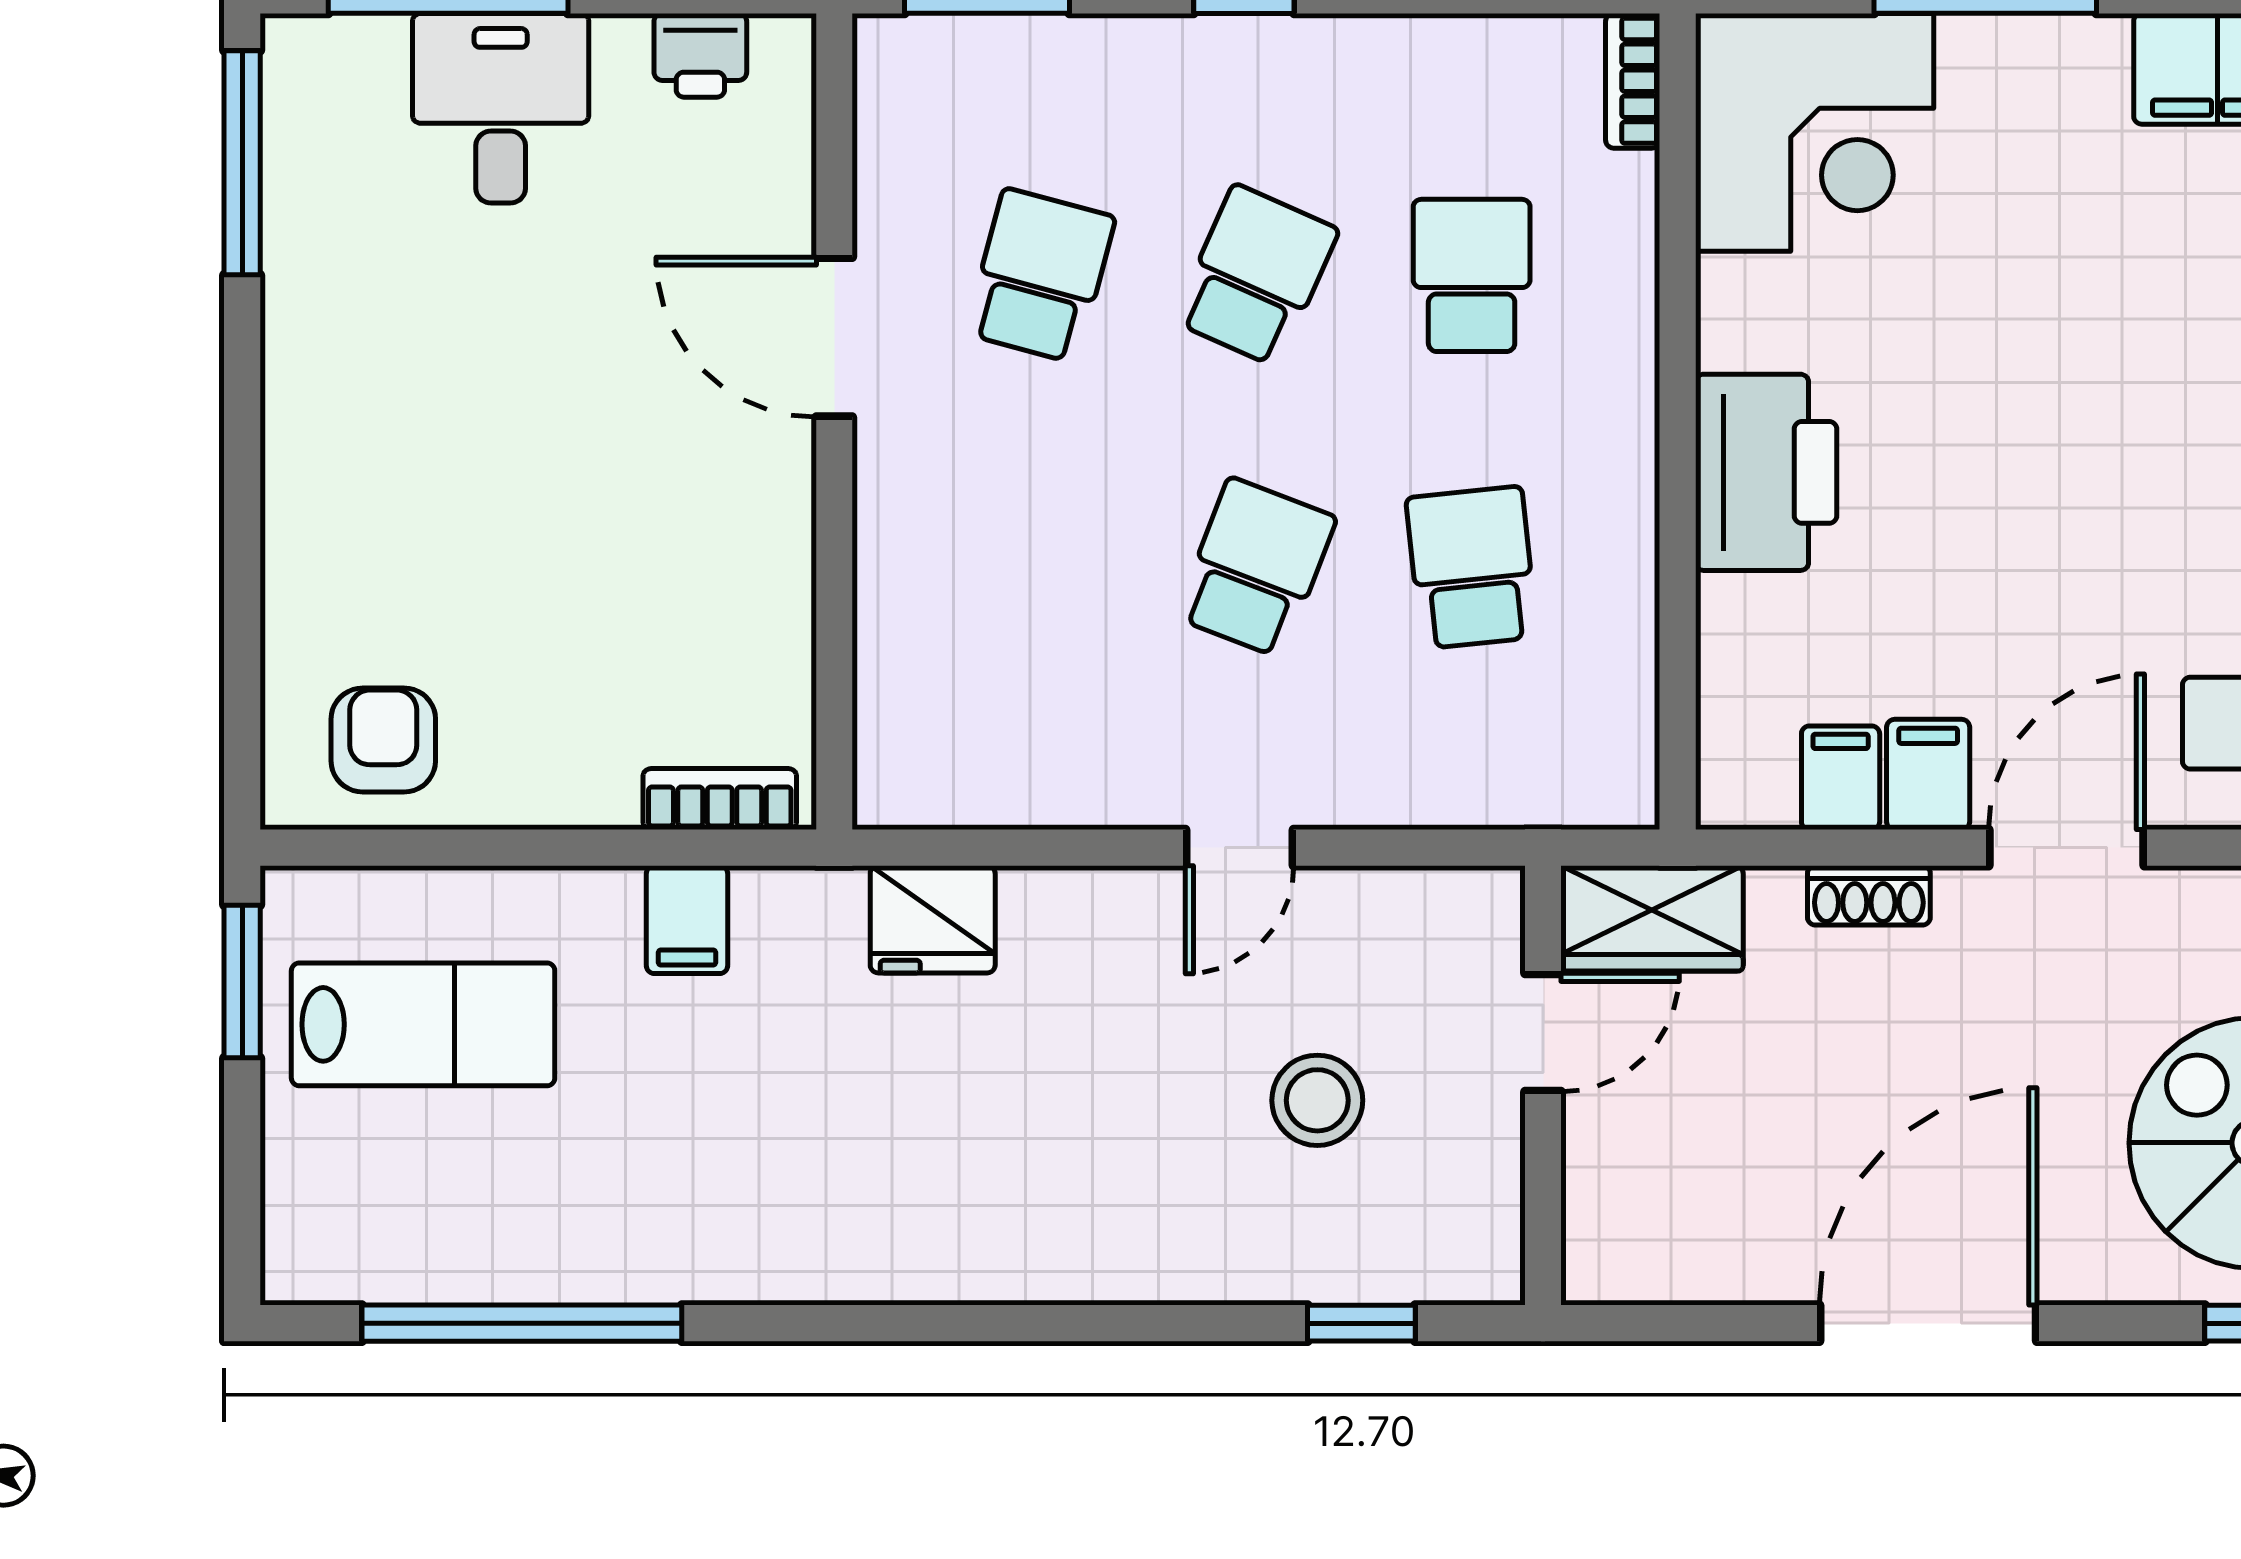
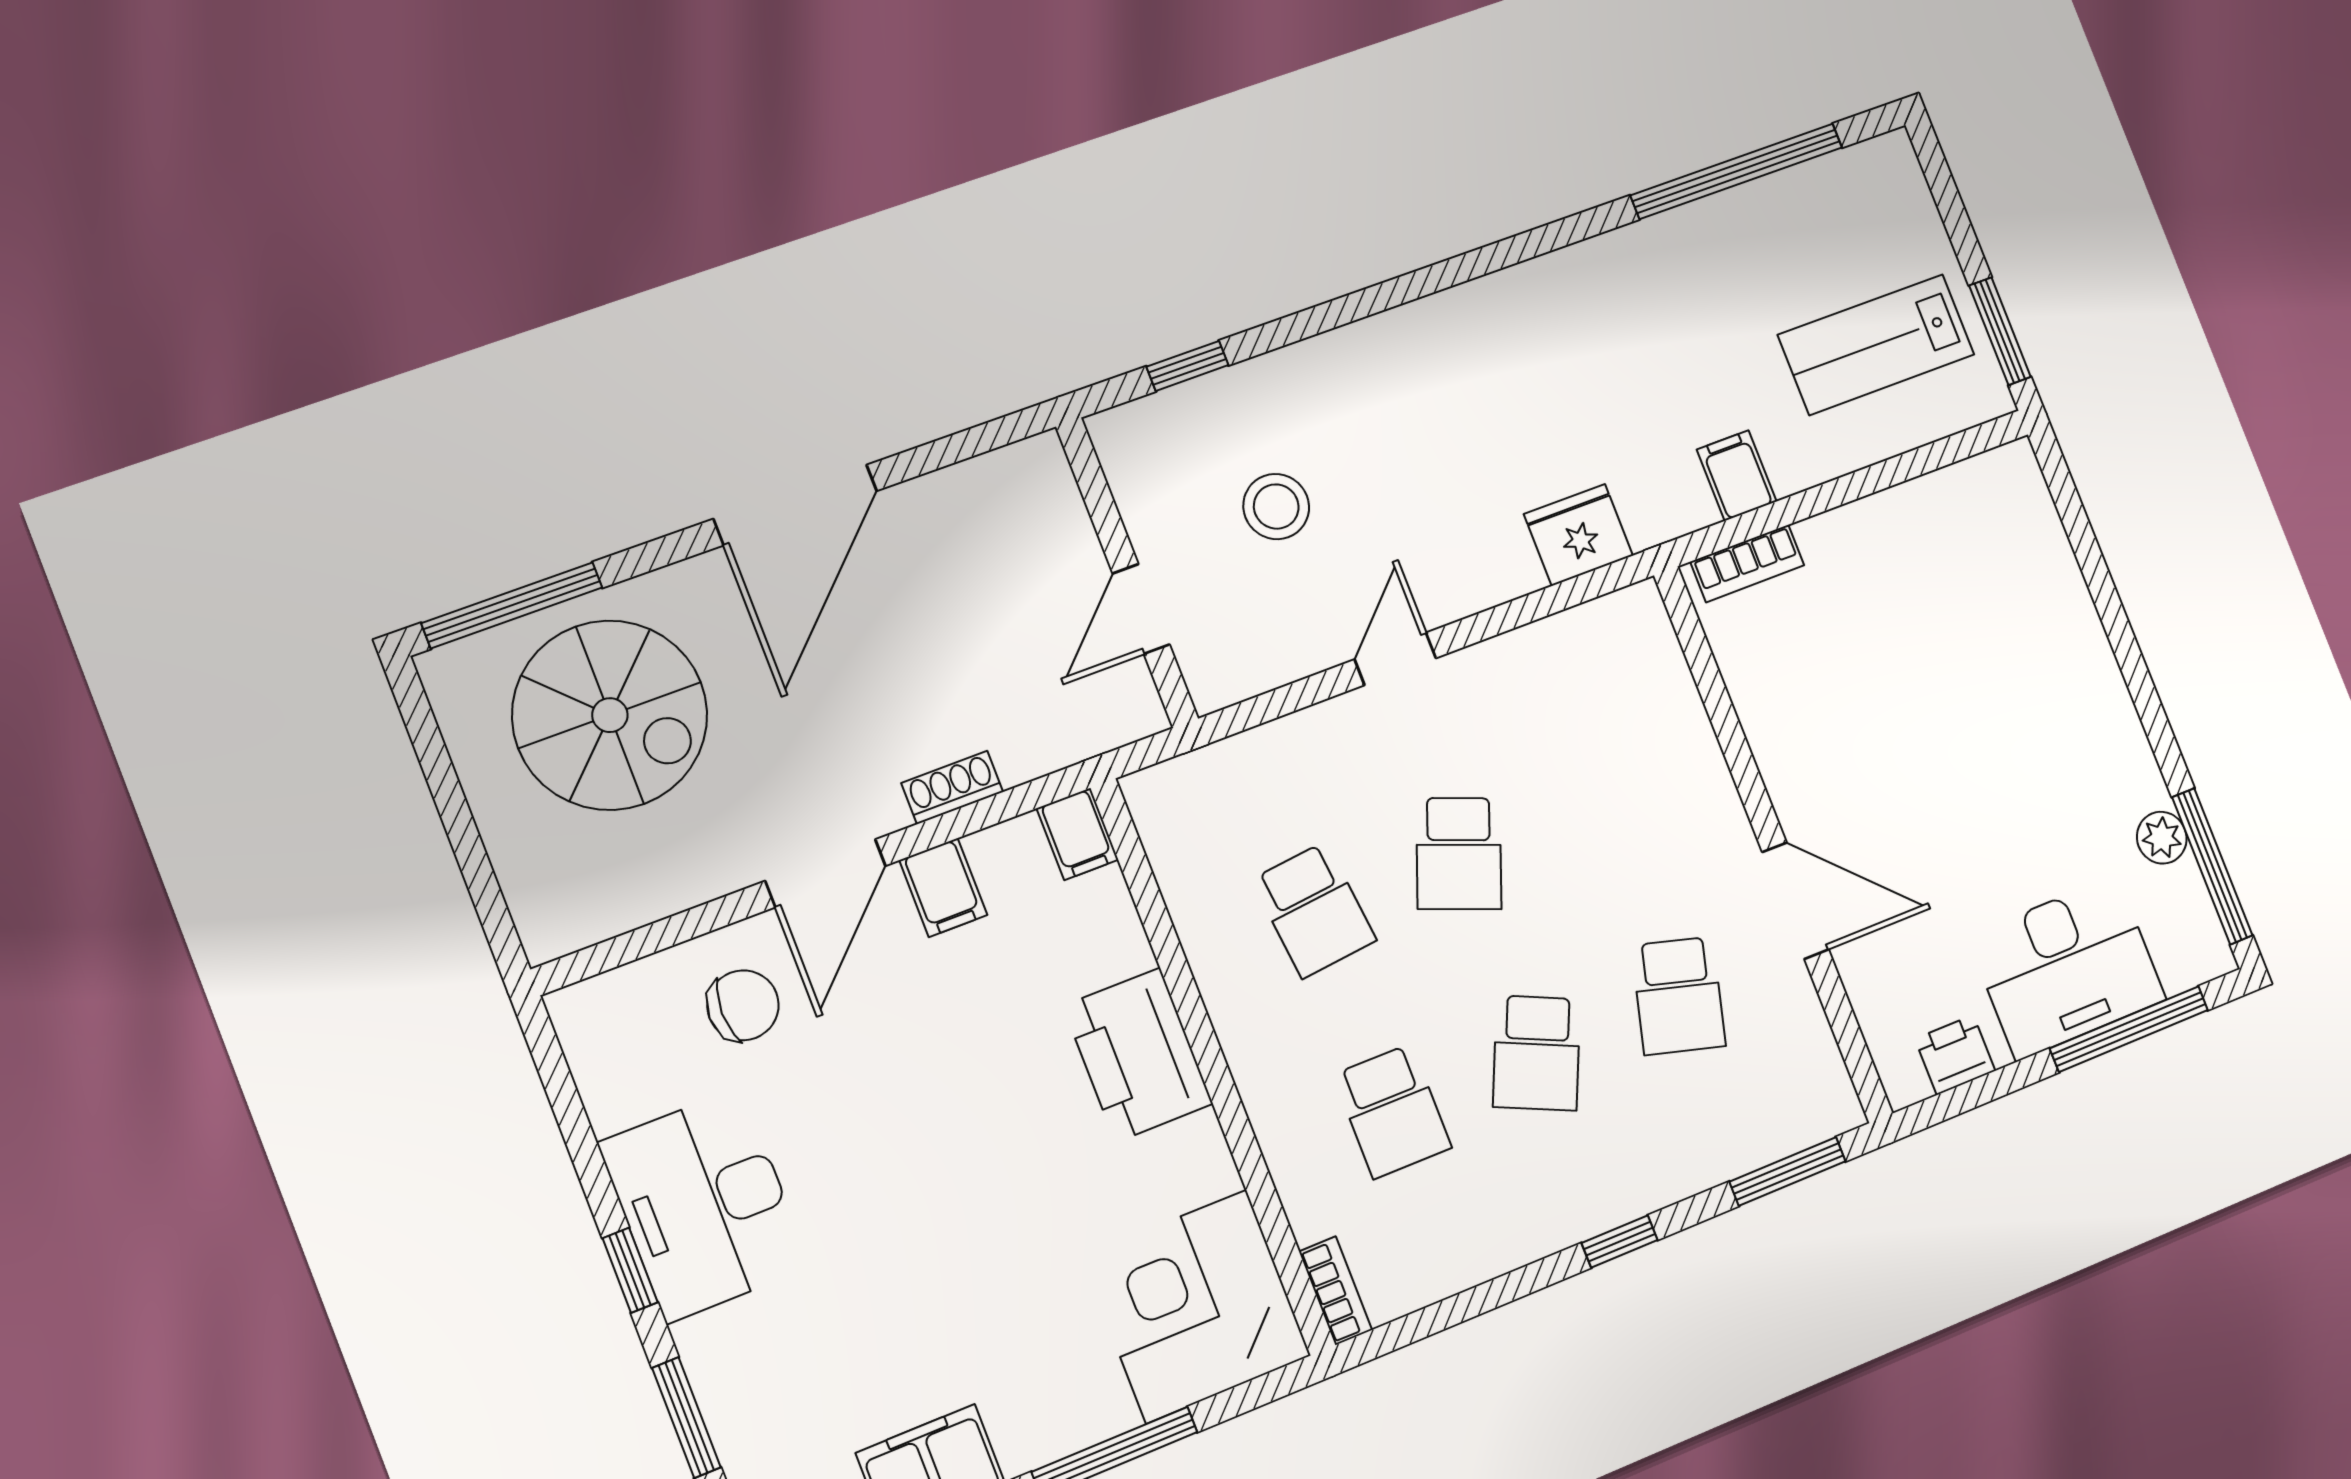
desk: (501, 108) -> (2067, 968), width x1.37
plant: (297, 227) -> (2162, 838), added
armchair: (383, 740) -> (1975, 522), removed
filing cabinet: (1841, 778) -> (1078, 834), moved
wardrobe: (1652, 918) -> (1097, 715), removed

